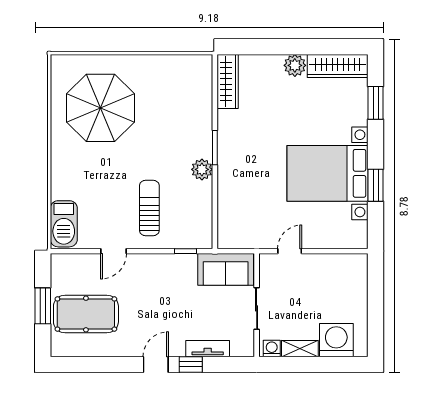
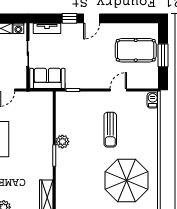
sun lounger: (149, 208) -> (110, 130), moved
barbecue: (64, 224) -> (153, 100), width x0.53, depth x0.65
tv unit: (208, 349) -> (47, 28), moved

